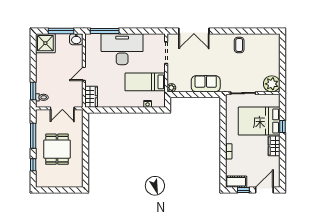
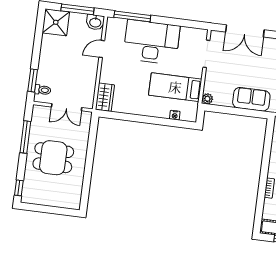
door: (84, 74) -> (102, 49), moved
dining table: (57, 149) -> (53, 158), turned 90
window: (33, 165) -> (19, 188), moved

